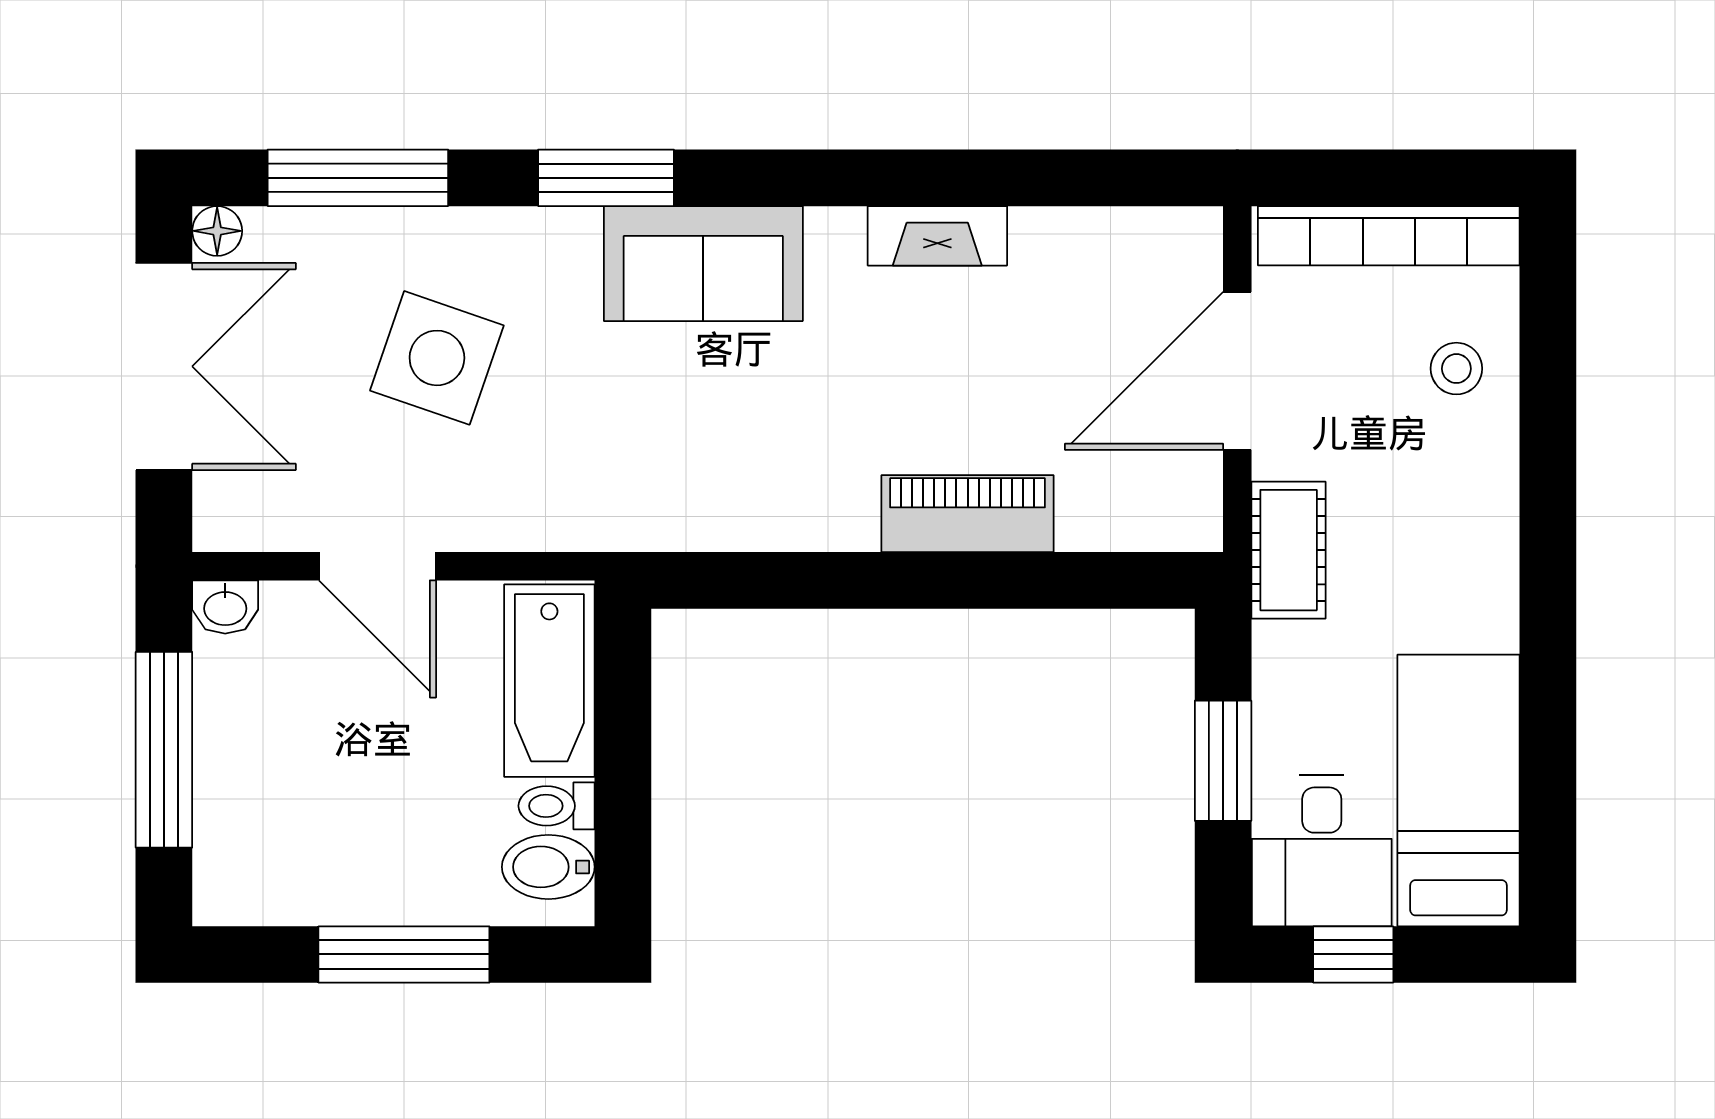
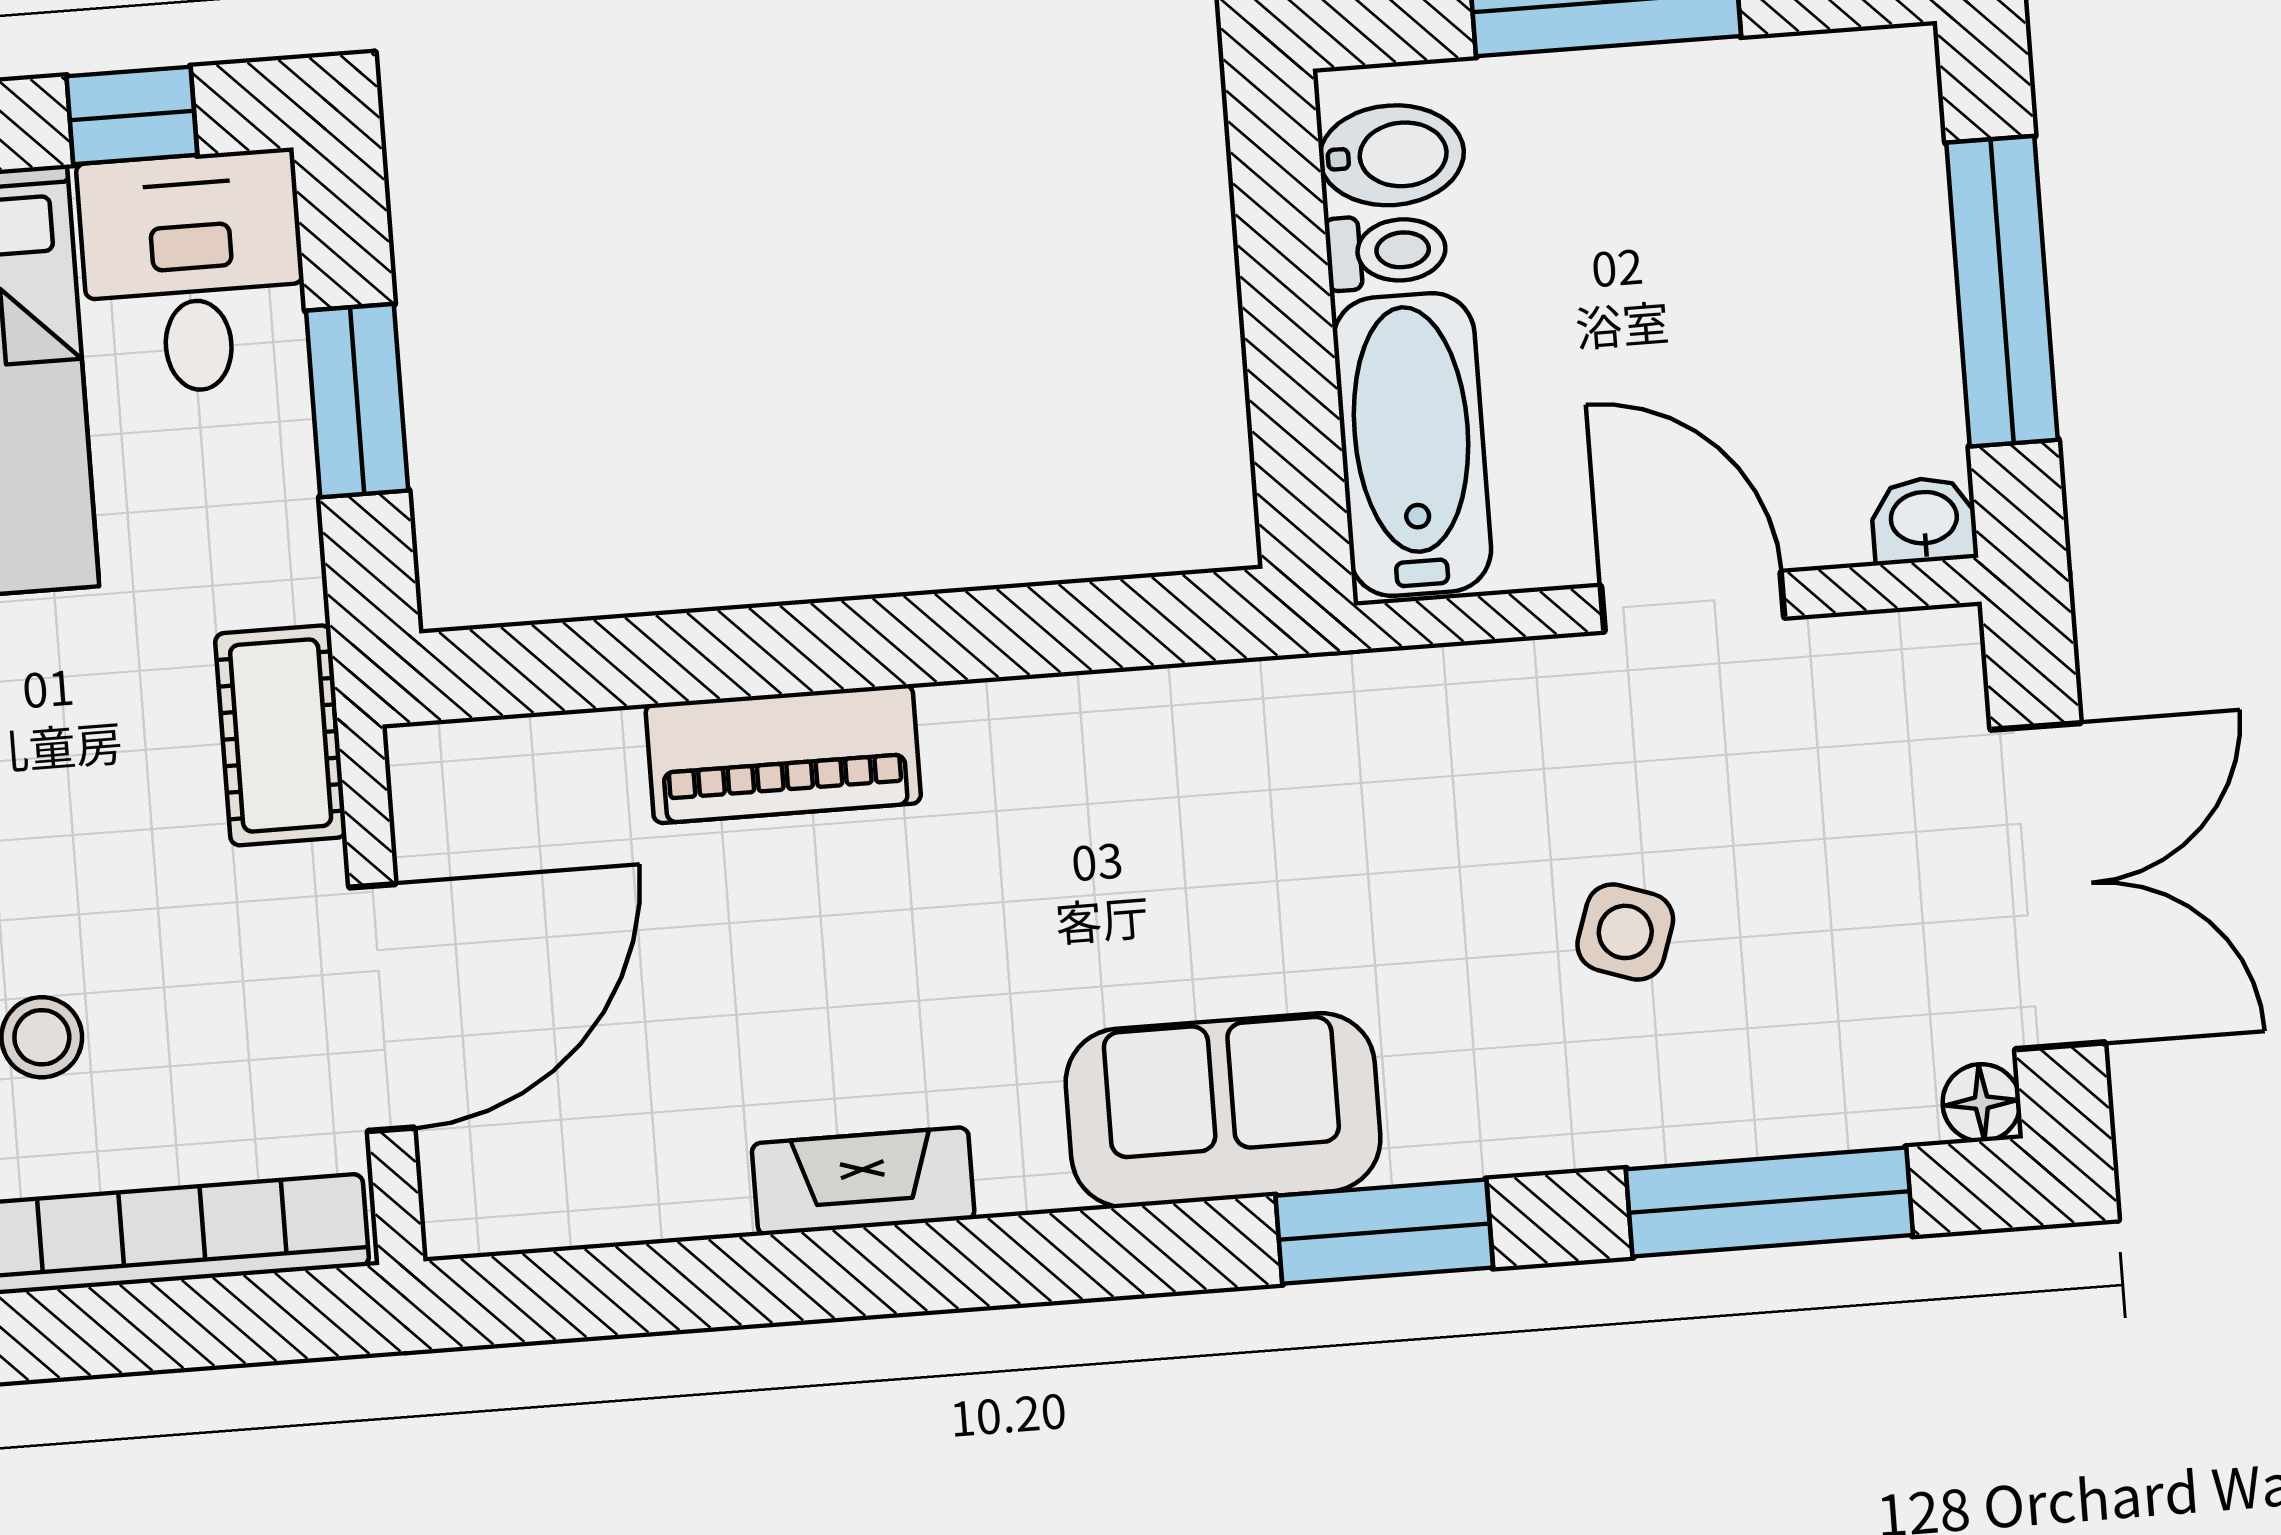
side table: (437, 358) -> (1625, 932), width x0.54, depth x0.54
double door: (164, 366) -> (2048, 886), swing flipped

